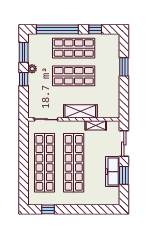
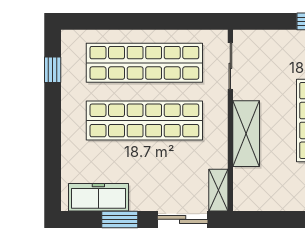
shelving: (96, 125) -> (218, 190), moved
freezer: (113, 172) -> (98, 197), moved

